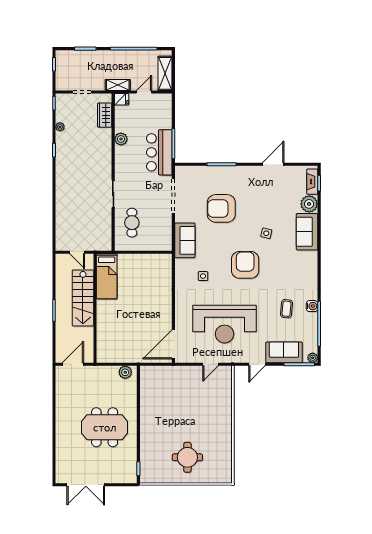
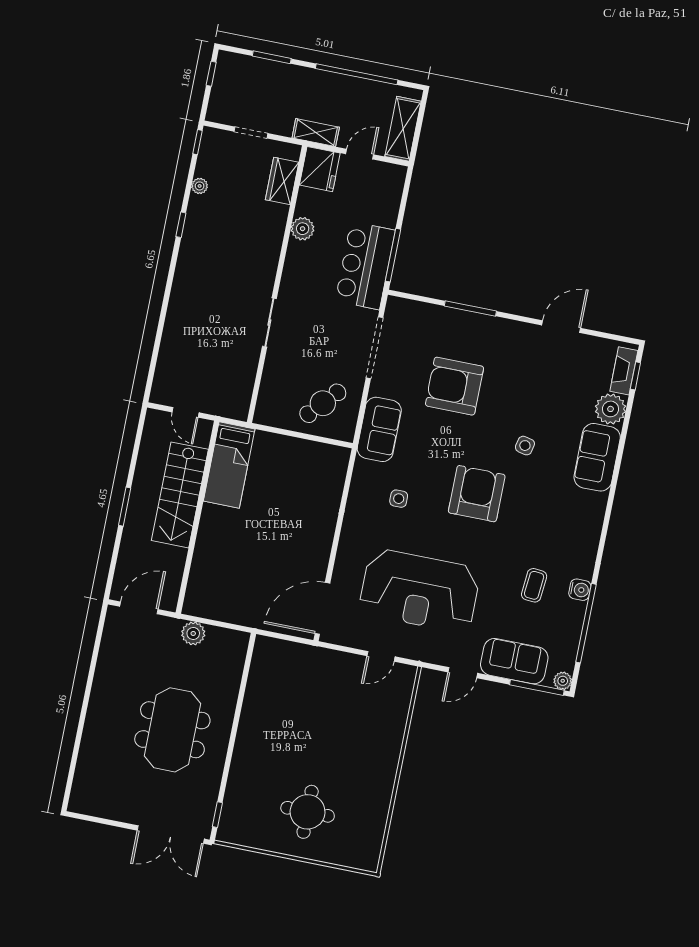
fridge: (122, 99) -> (320, 169), width x1.88, depth x1.34
cafe table: (132, 223) -> (323, 403), moved, turned 42
plant: (125, 372) -> (193, 633), moved
meeting table: (105, 427) -> (172, 730), turned 90
double door: (86, 485) -> (171, 835), moved

